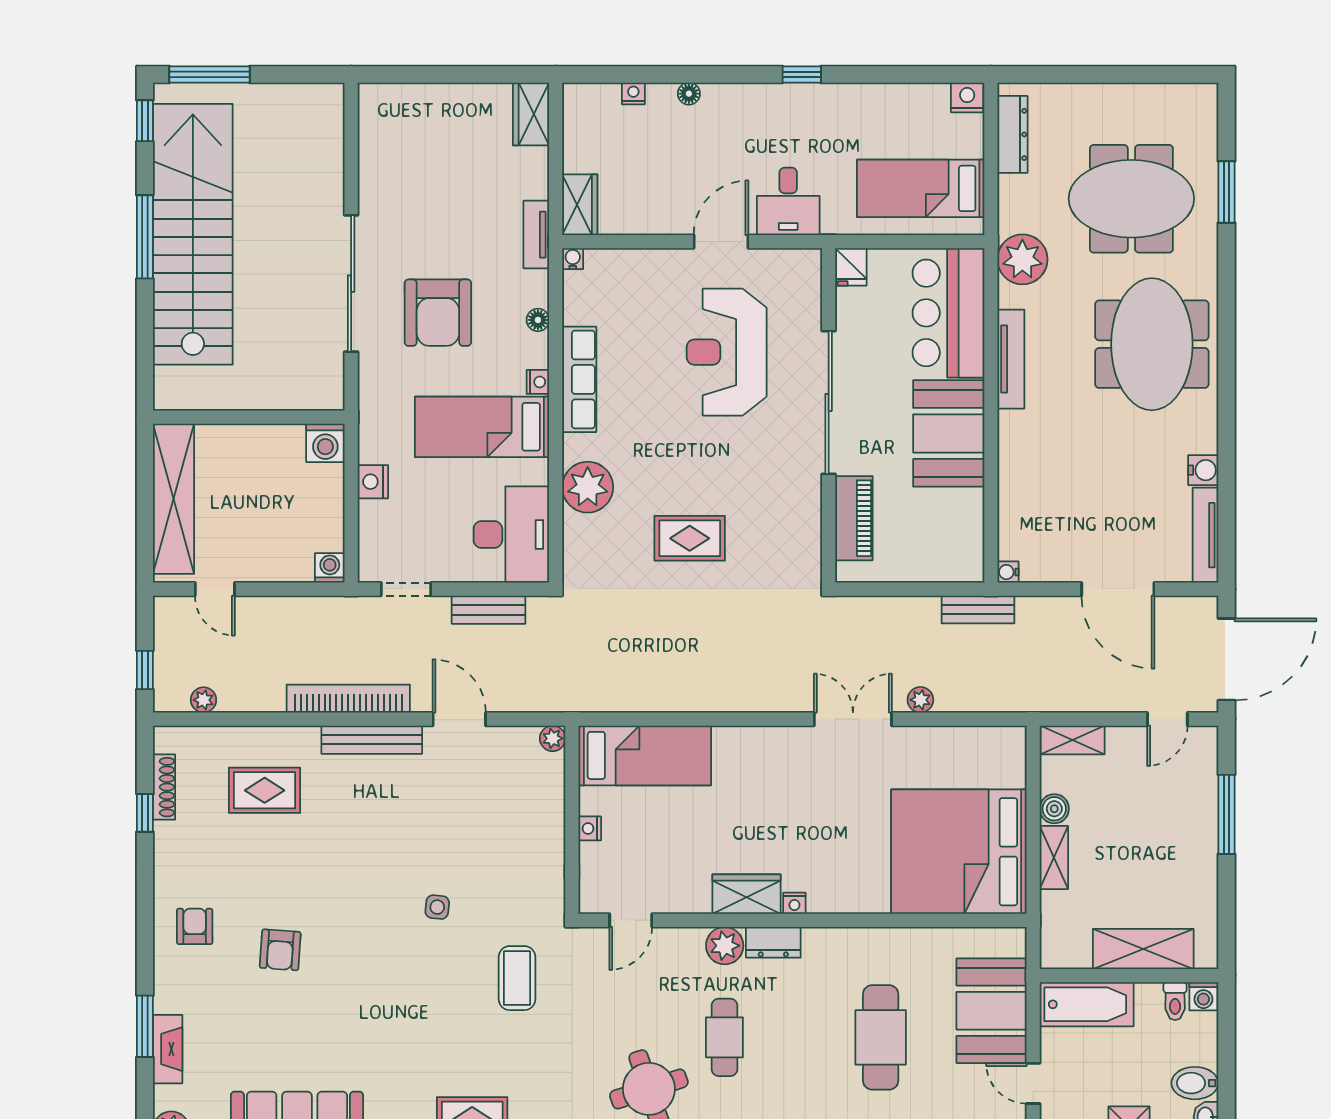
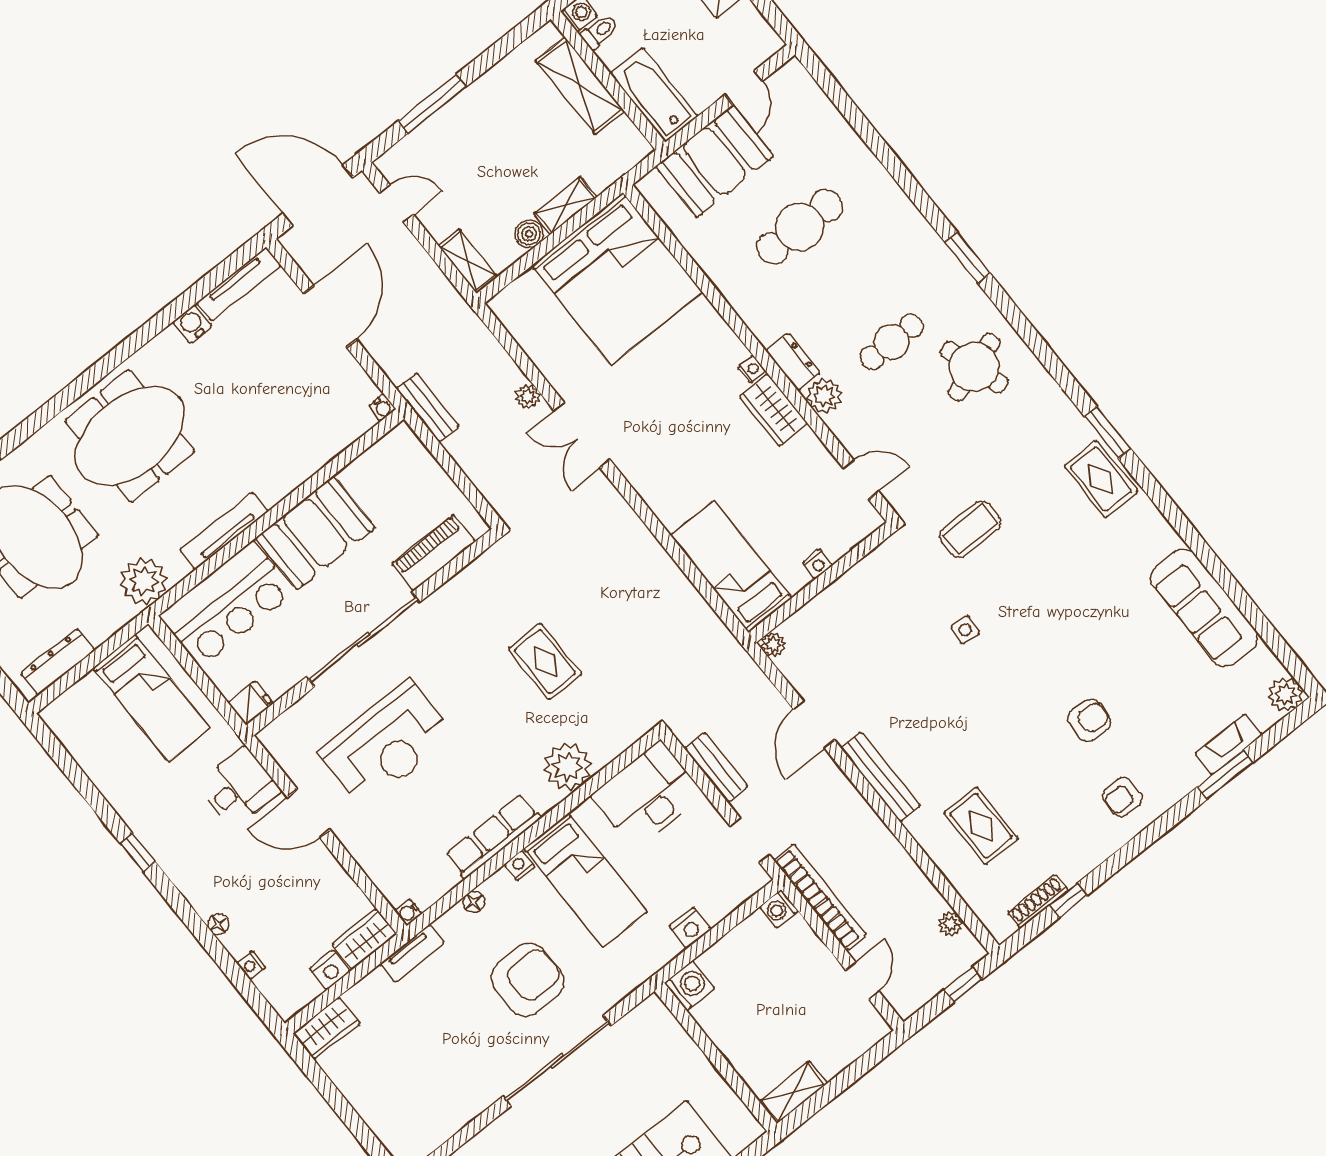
nightstand: (967, 97) -> (330, 970), moved, turned -90
shelving: (173, 499) -> (793, 1093), width x0.45, depth x0.75
bookcase: (348, 699) -> (820, 897), moved, turned 180

